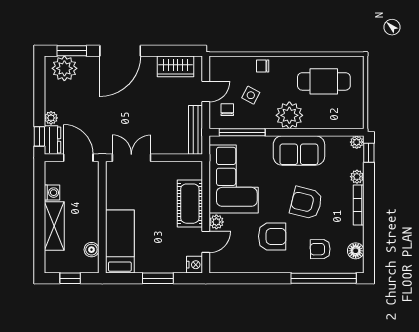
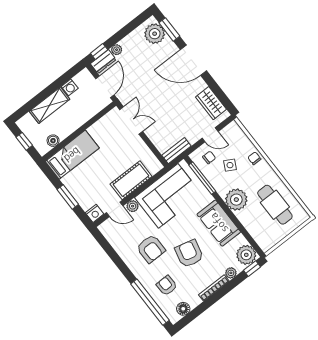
bench: (196, 130) -> (176, 151), width x0.73
plant: (357, 142) -> (246, 255), width x1.87, depth x1.87

